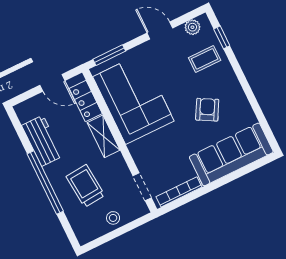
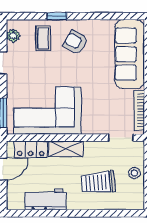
window: (222, 37) -> (57, 16), moved
armchair: (207, 110) -> (76, 42), moved
window: (45, 182) -> (80, 213), removed

